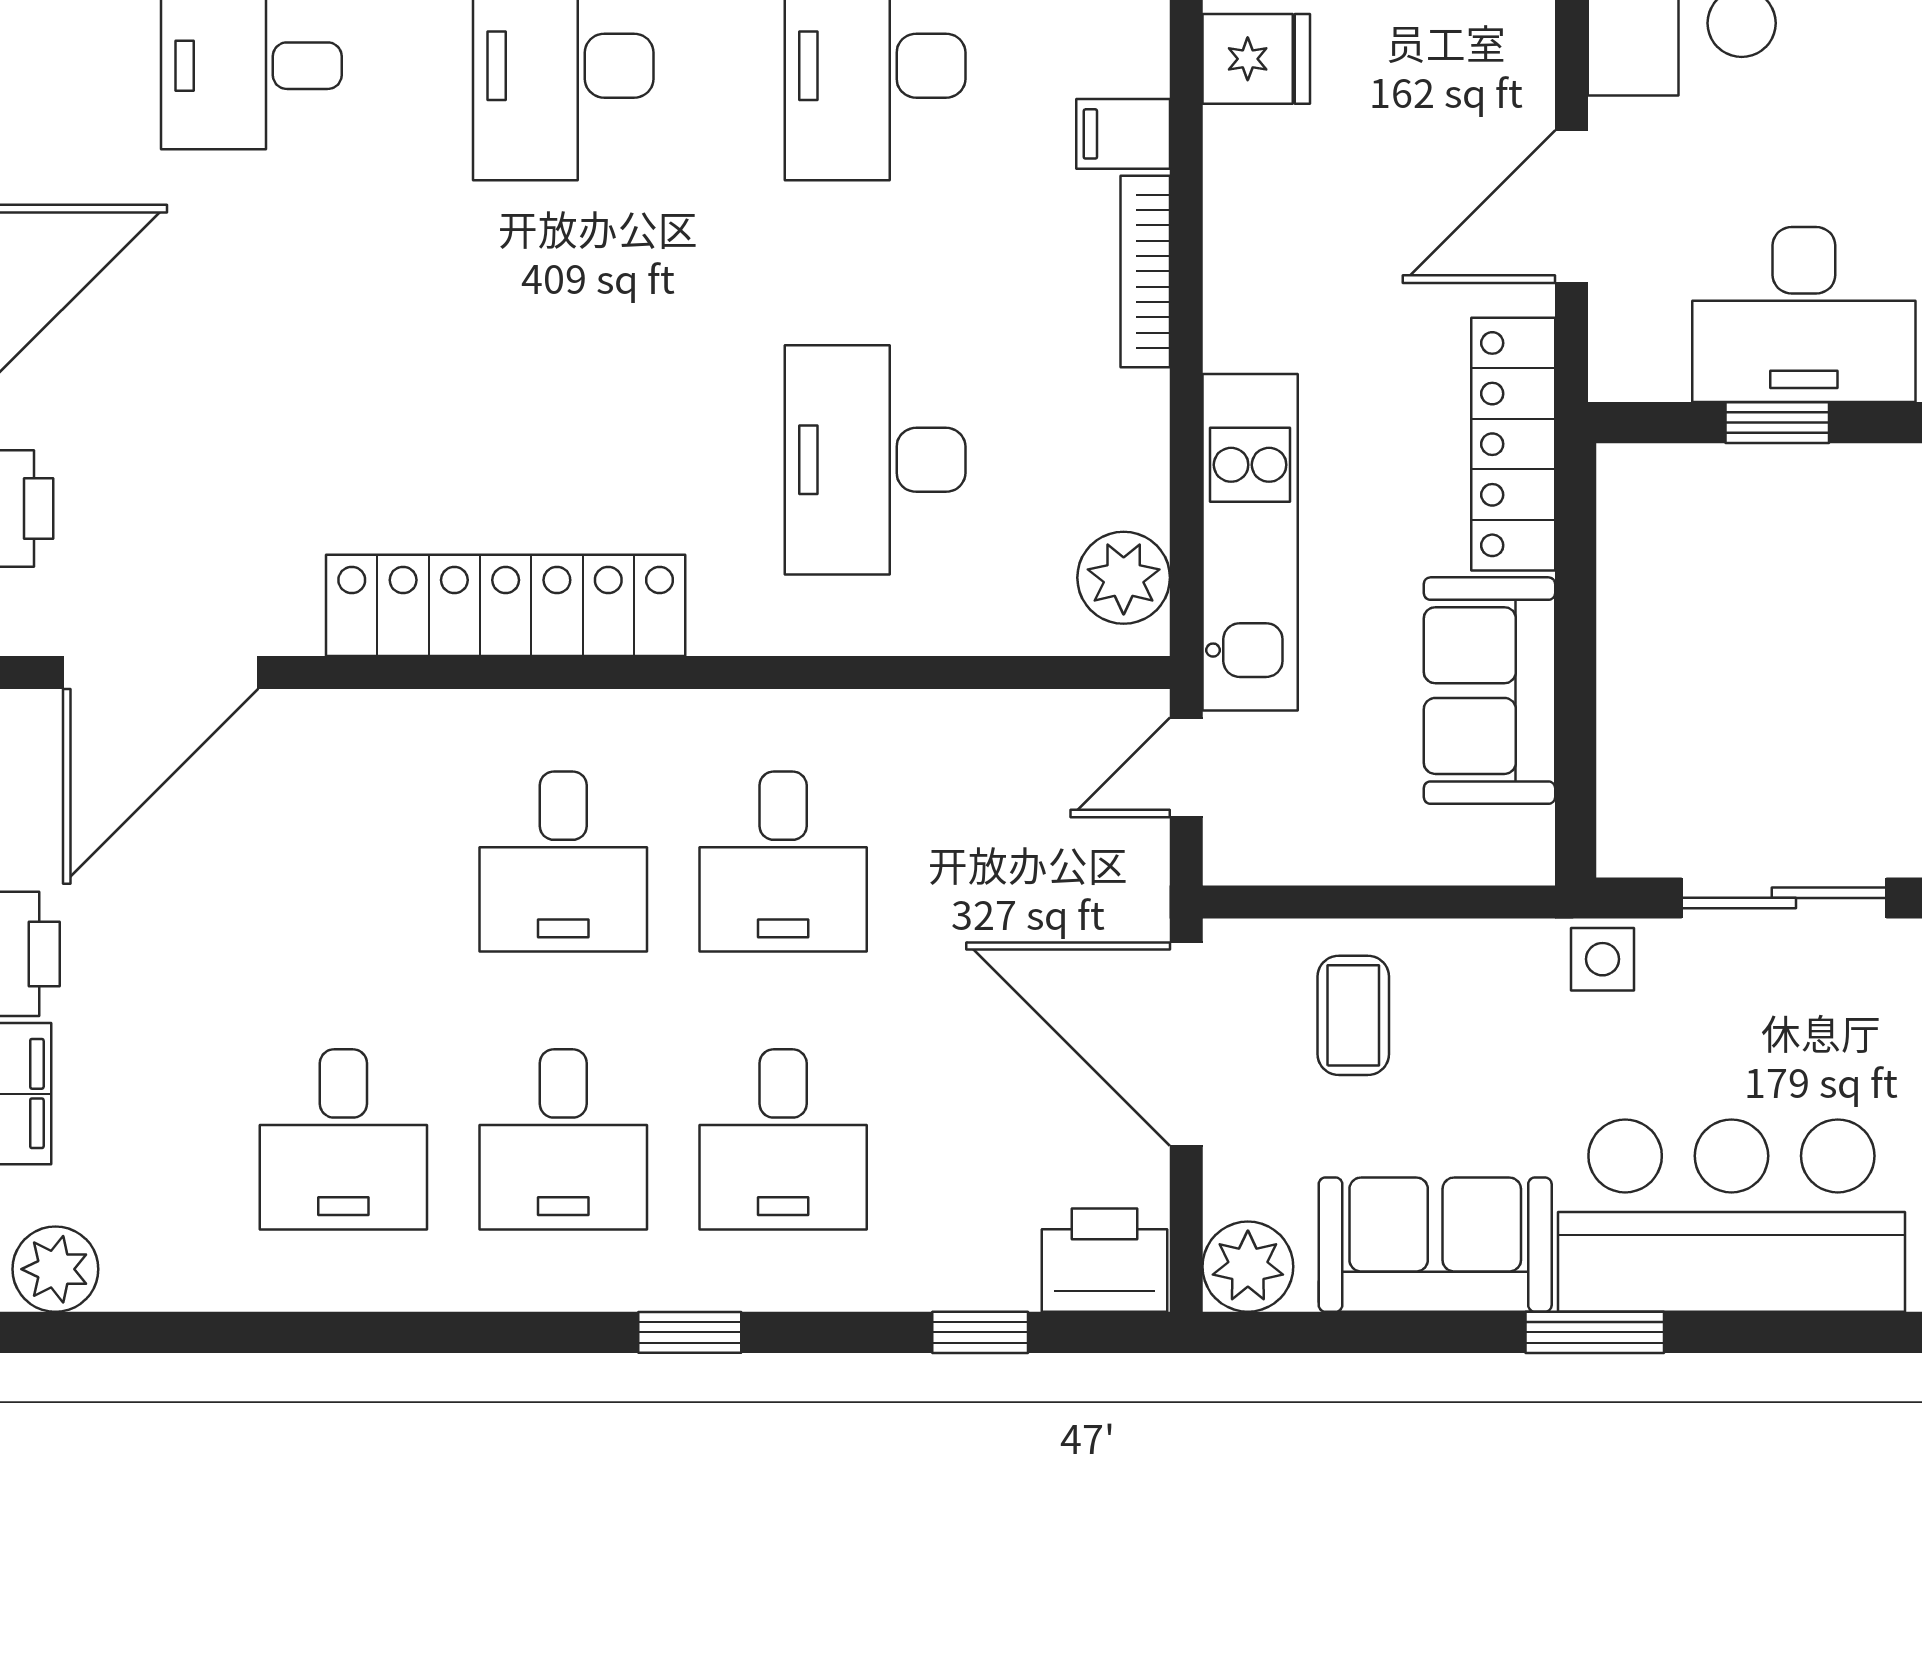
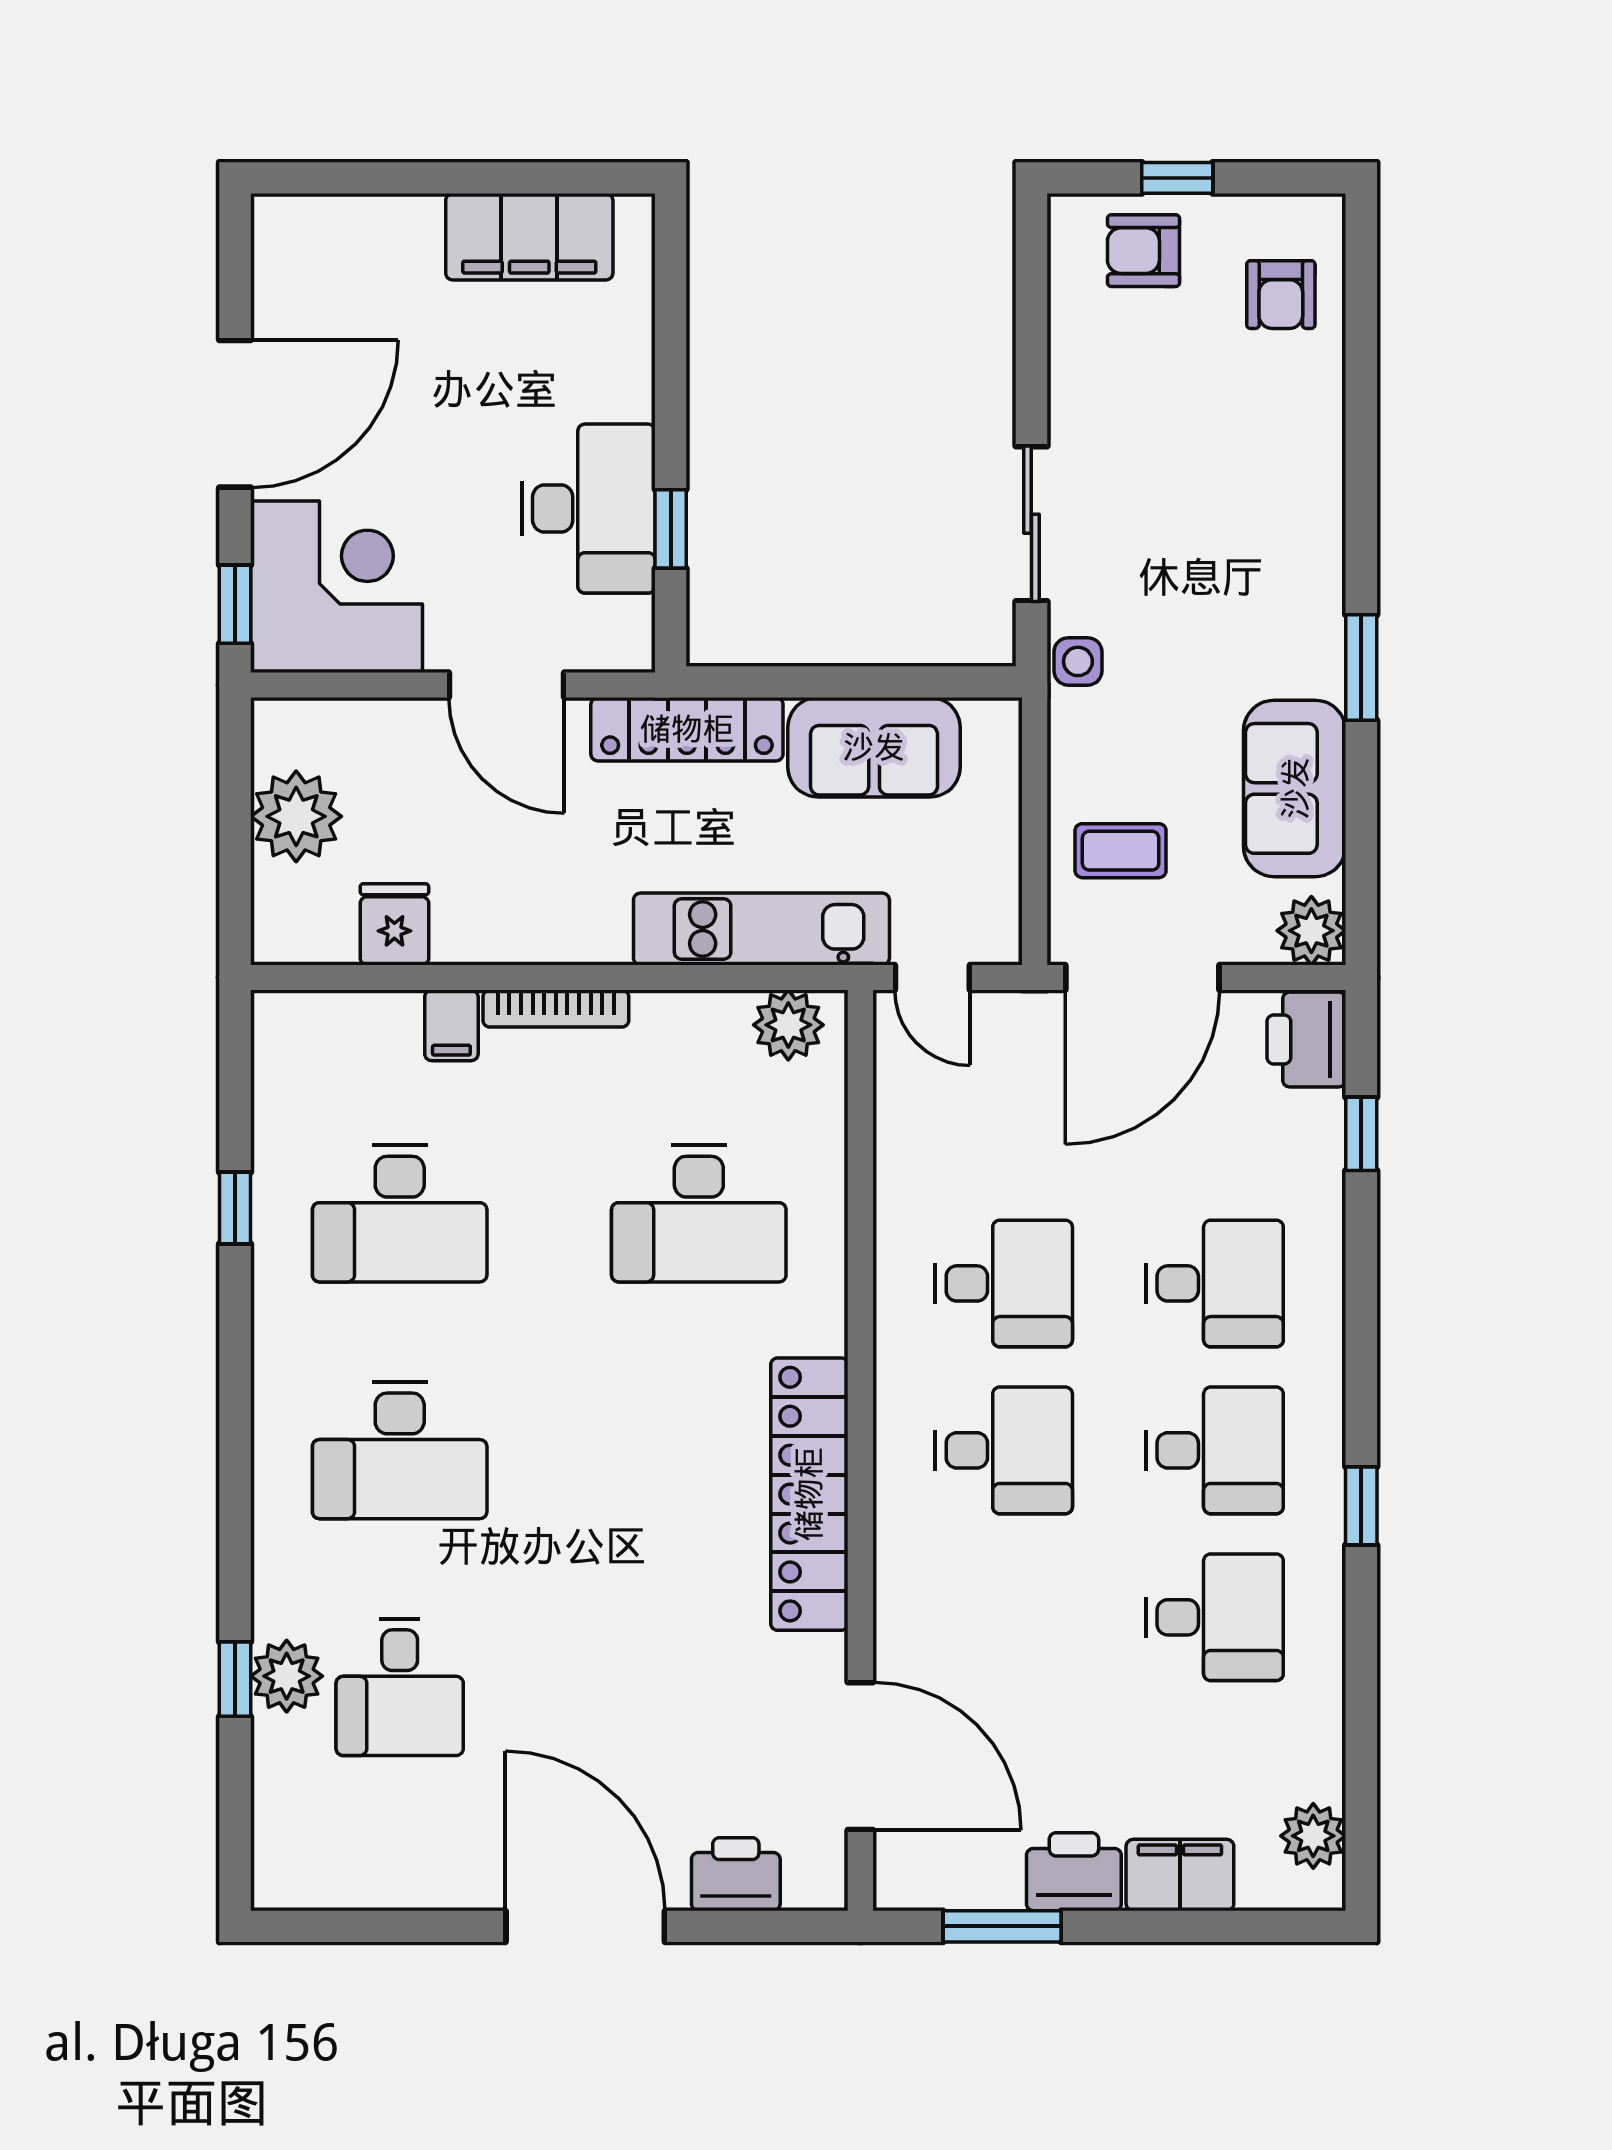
bar counter: (1731, 1216) -> (1273, 564), removed
window: (690, 1332) -> (1361, 1506), moved

